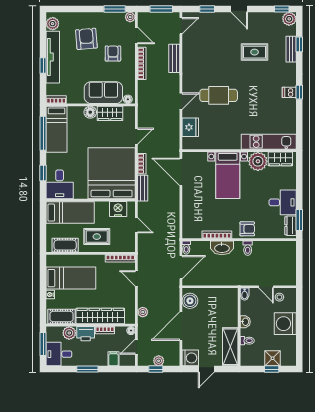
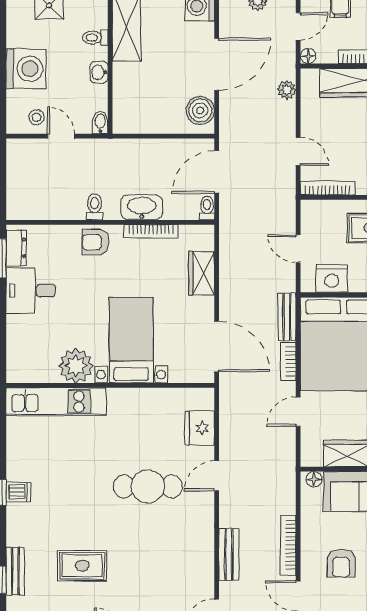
wardrobe: (280, 159) -> (202, 273), moved, turned -90

